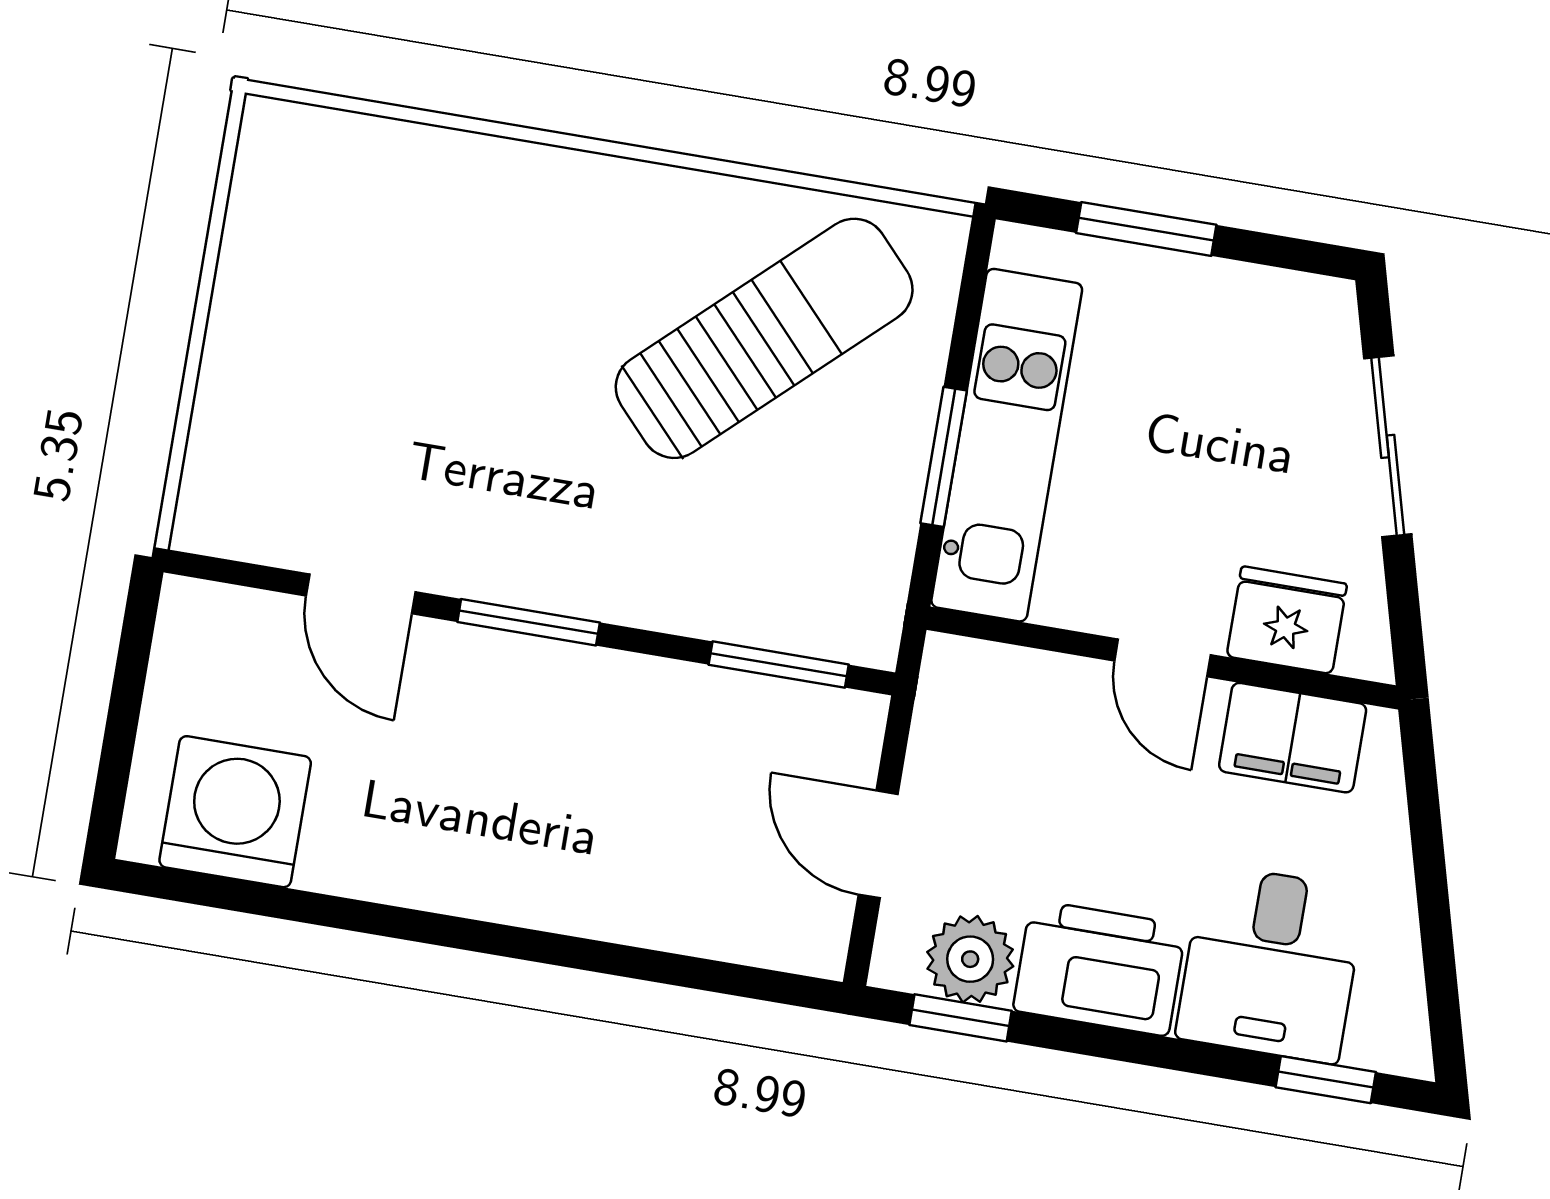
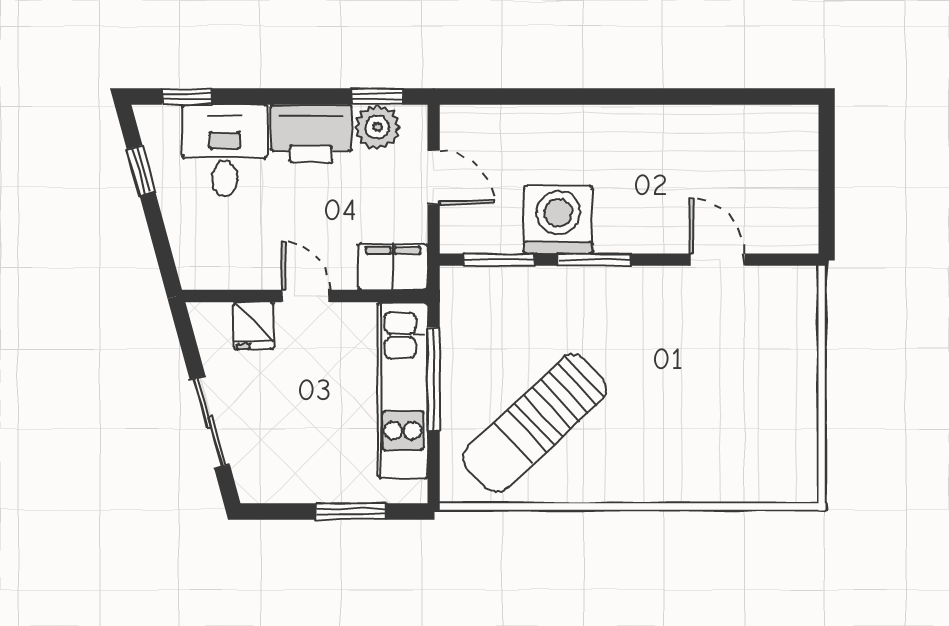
window: (944, 457) -> (434, 379), width x1.44
fridge: (1287, 620) -> (254, 326), width x0.72
window: (529, 622) -> (594, 260), moved
filing cabinet: (1293, 738) -> (393, 267), moved
washing machine: (235, 812) -> (558, 219), moved, turned 180
window: (1438, 953) -> (141, 170), added

